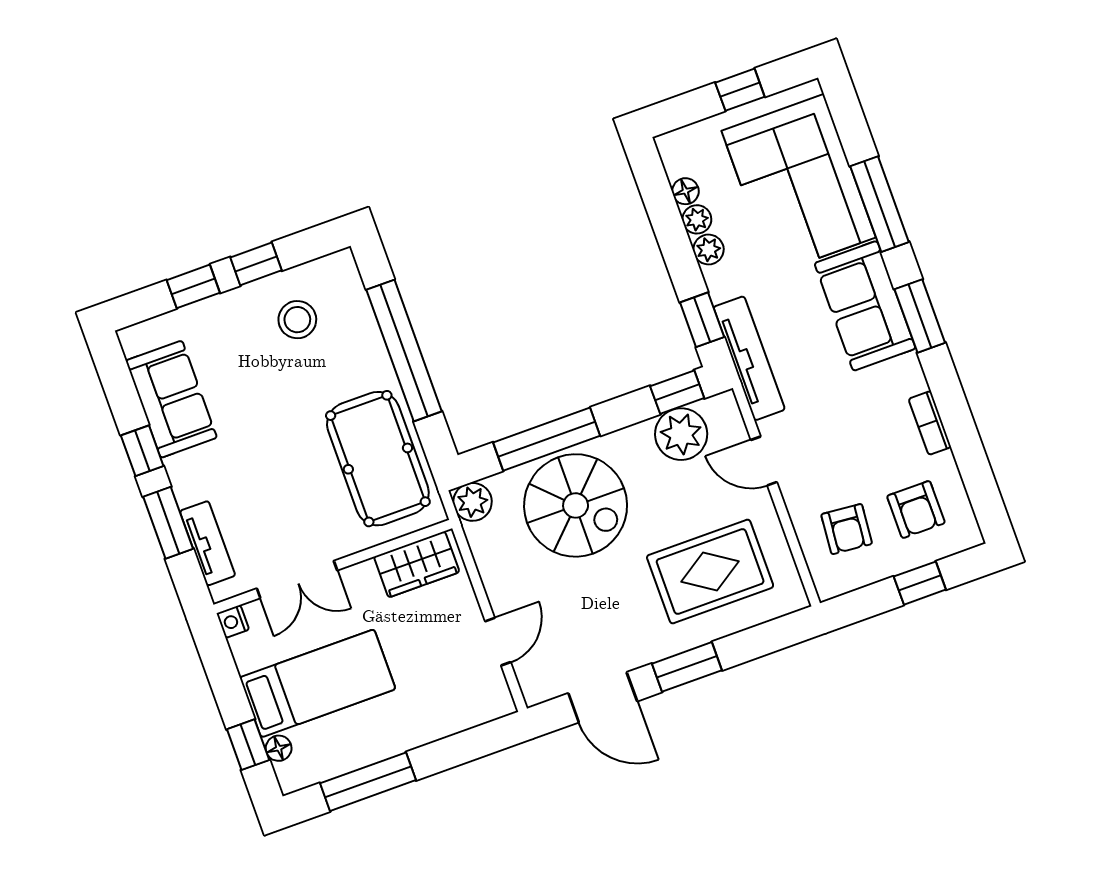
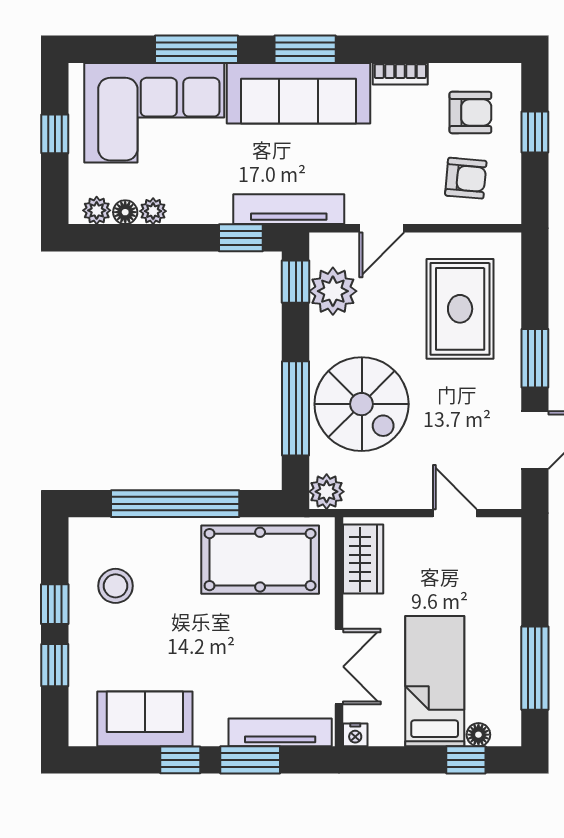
plant: (709, 250) -> (97, 210), moved
sofa: (865, 306) -> (298, 93), width x1.36
spiral stairs: (576, 505) -> (362, 404), turned 90
tv unit: (208, 543) -> (280, 732), width x1.41

